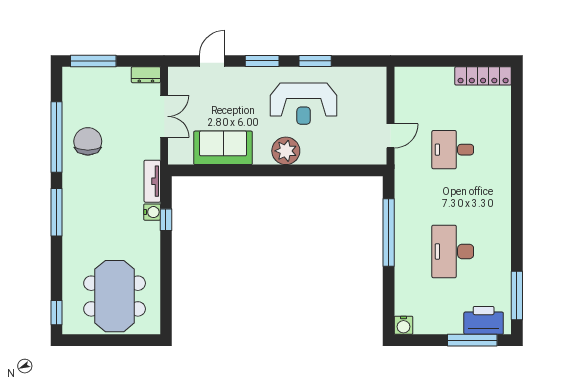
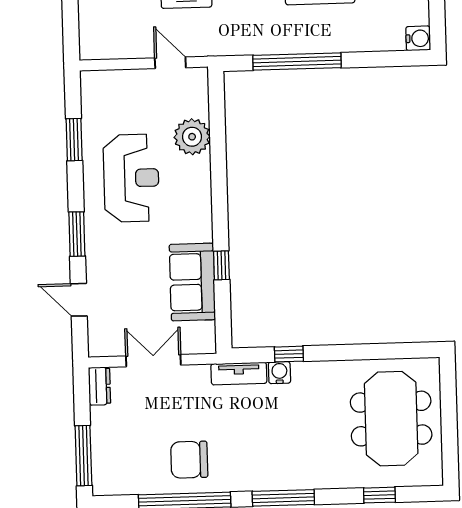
window: (315, 61) -> (74, 140), moved
plant: (286, 151) -> (192, 137), moved
window: (235, 170) -> (221, 265), added
meeting table: (115, 296) -> (391, 419), turned 90
window: (57, 313) -> (379, 495), moved

